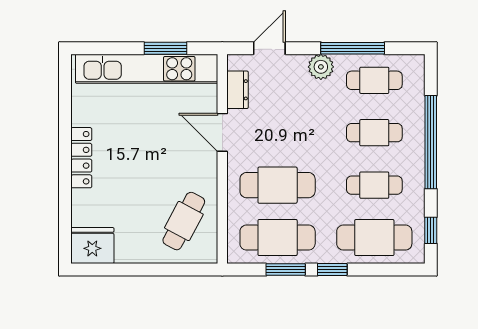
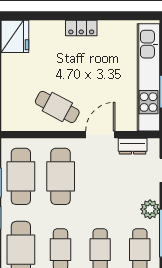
locker: (81, 158) -> (81, 28), width x0.66
cafe table: (184, 221) -> (57, 107), moved

